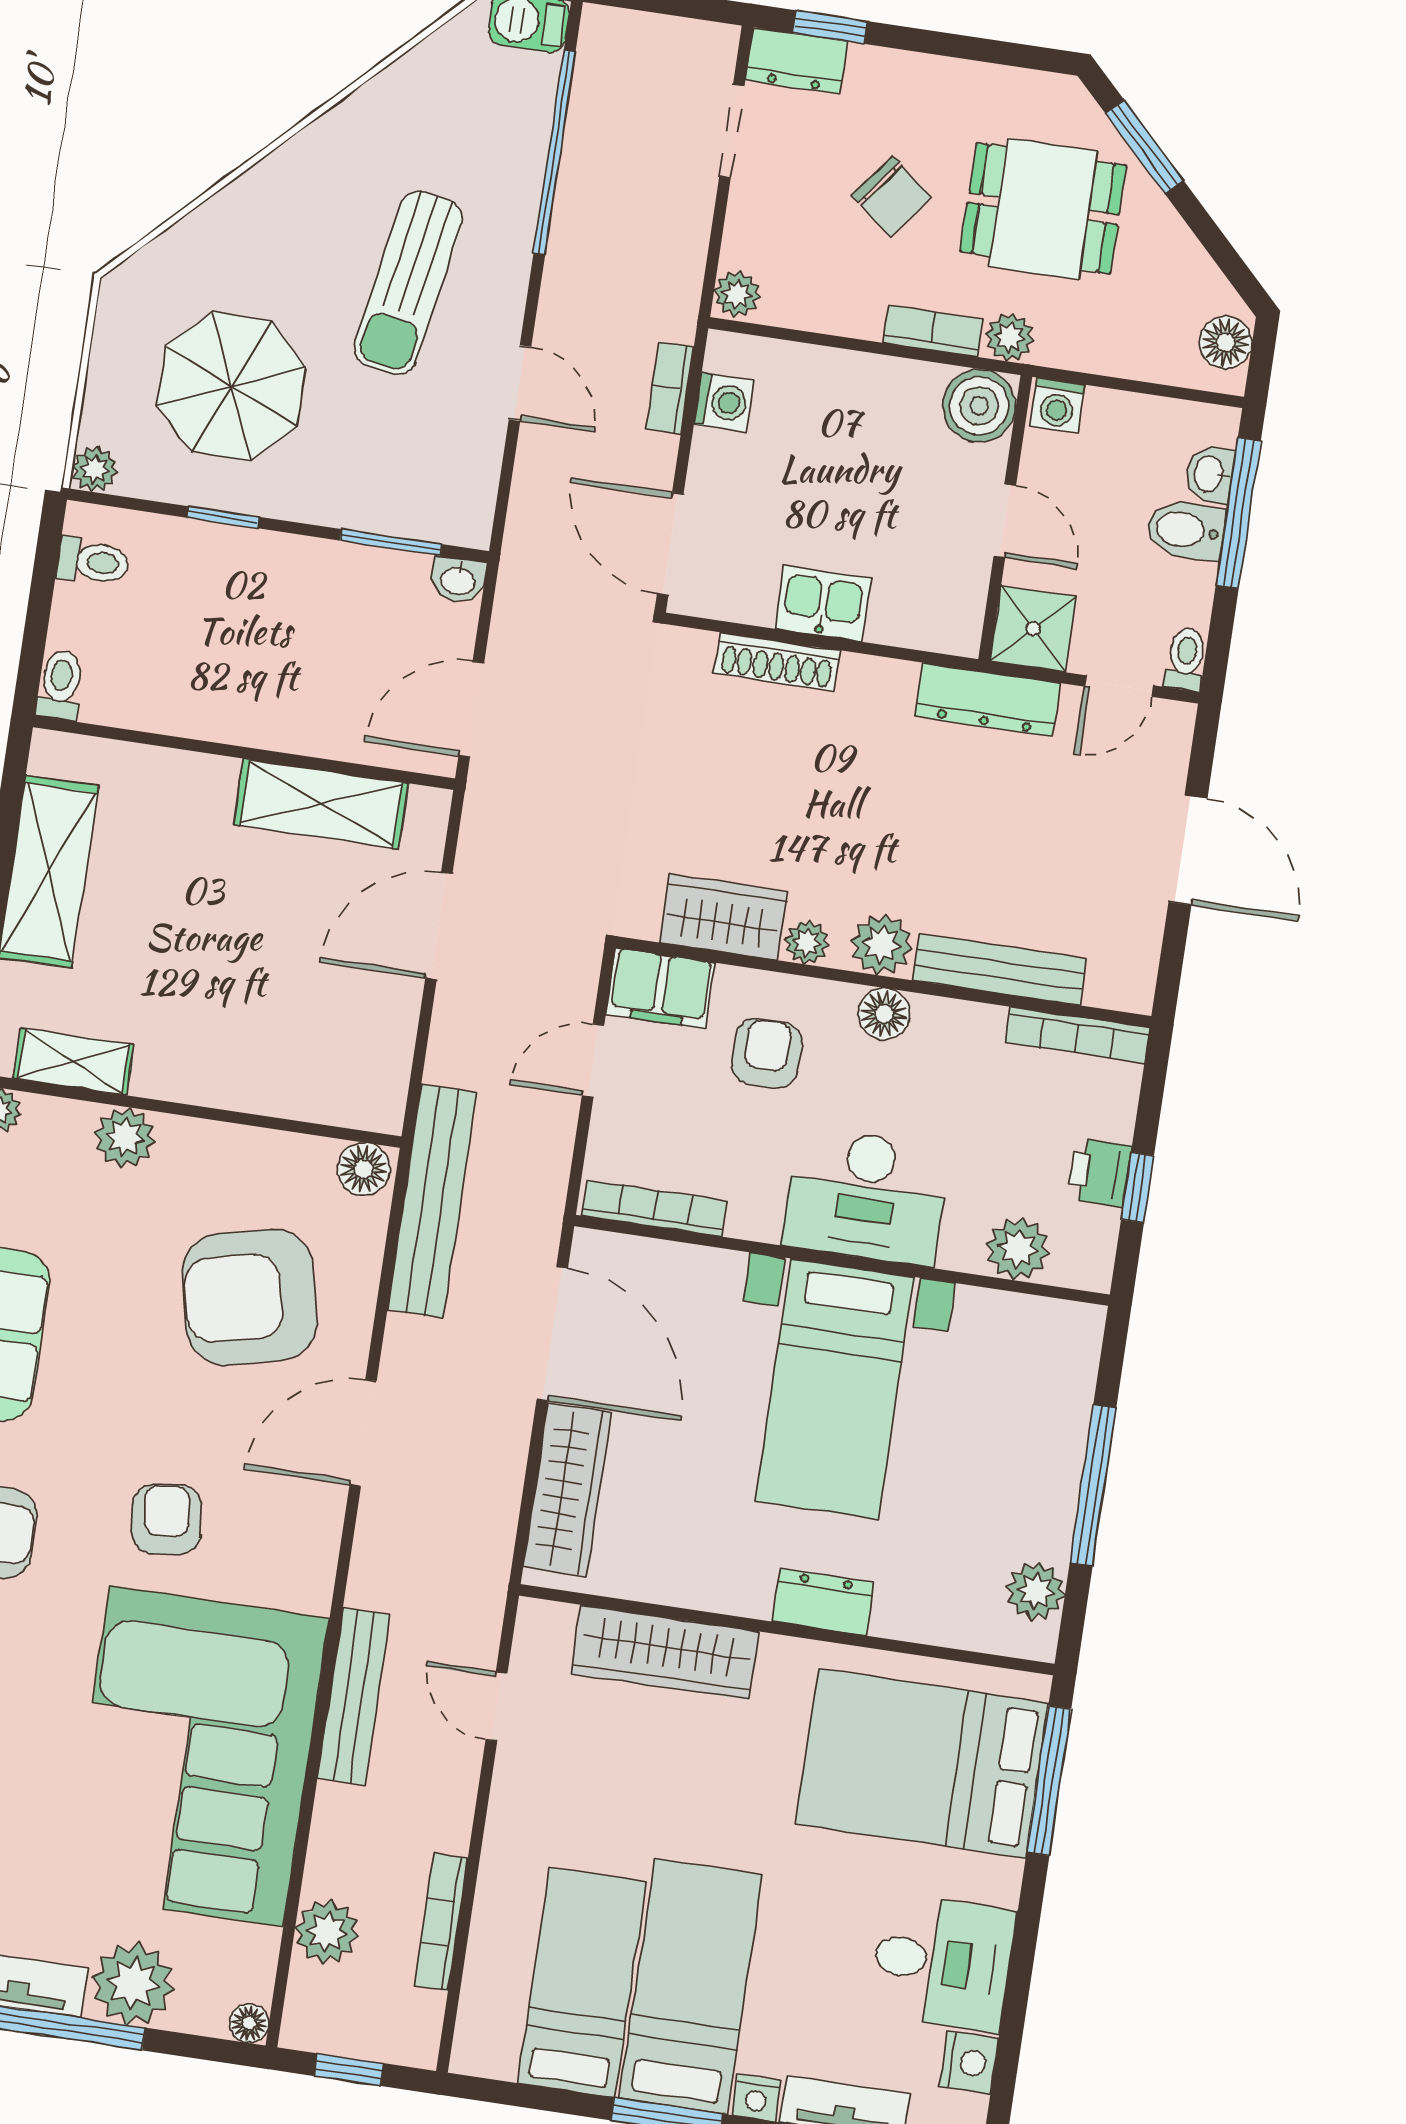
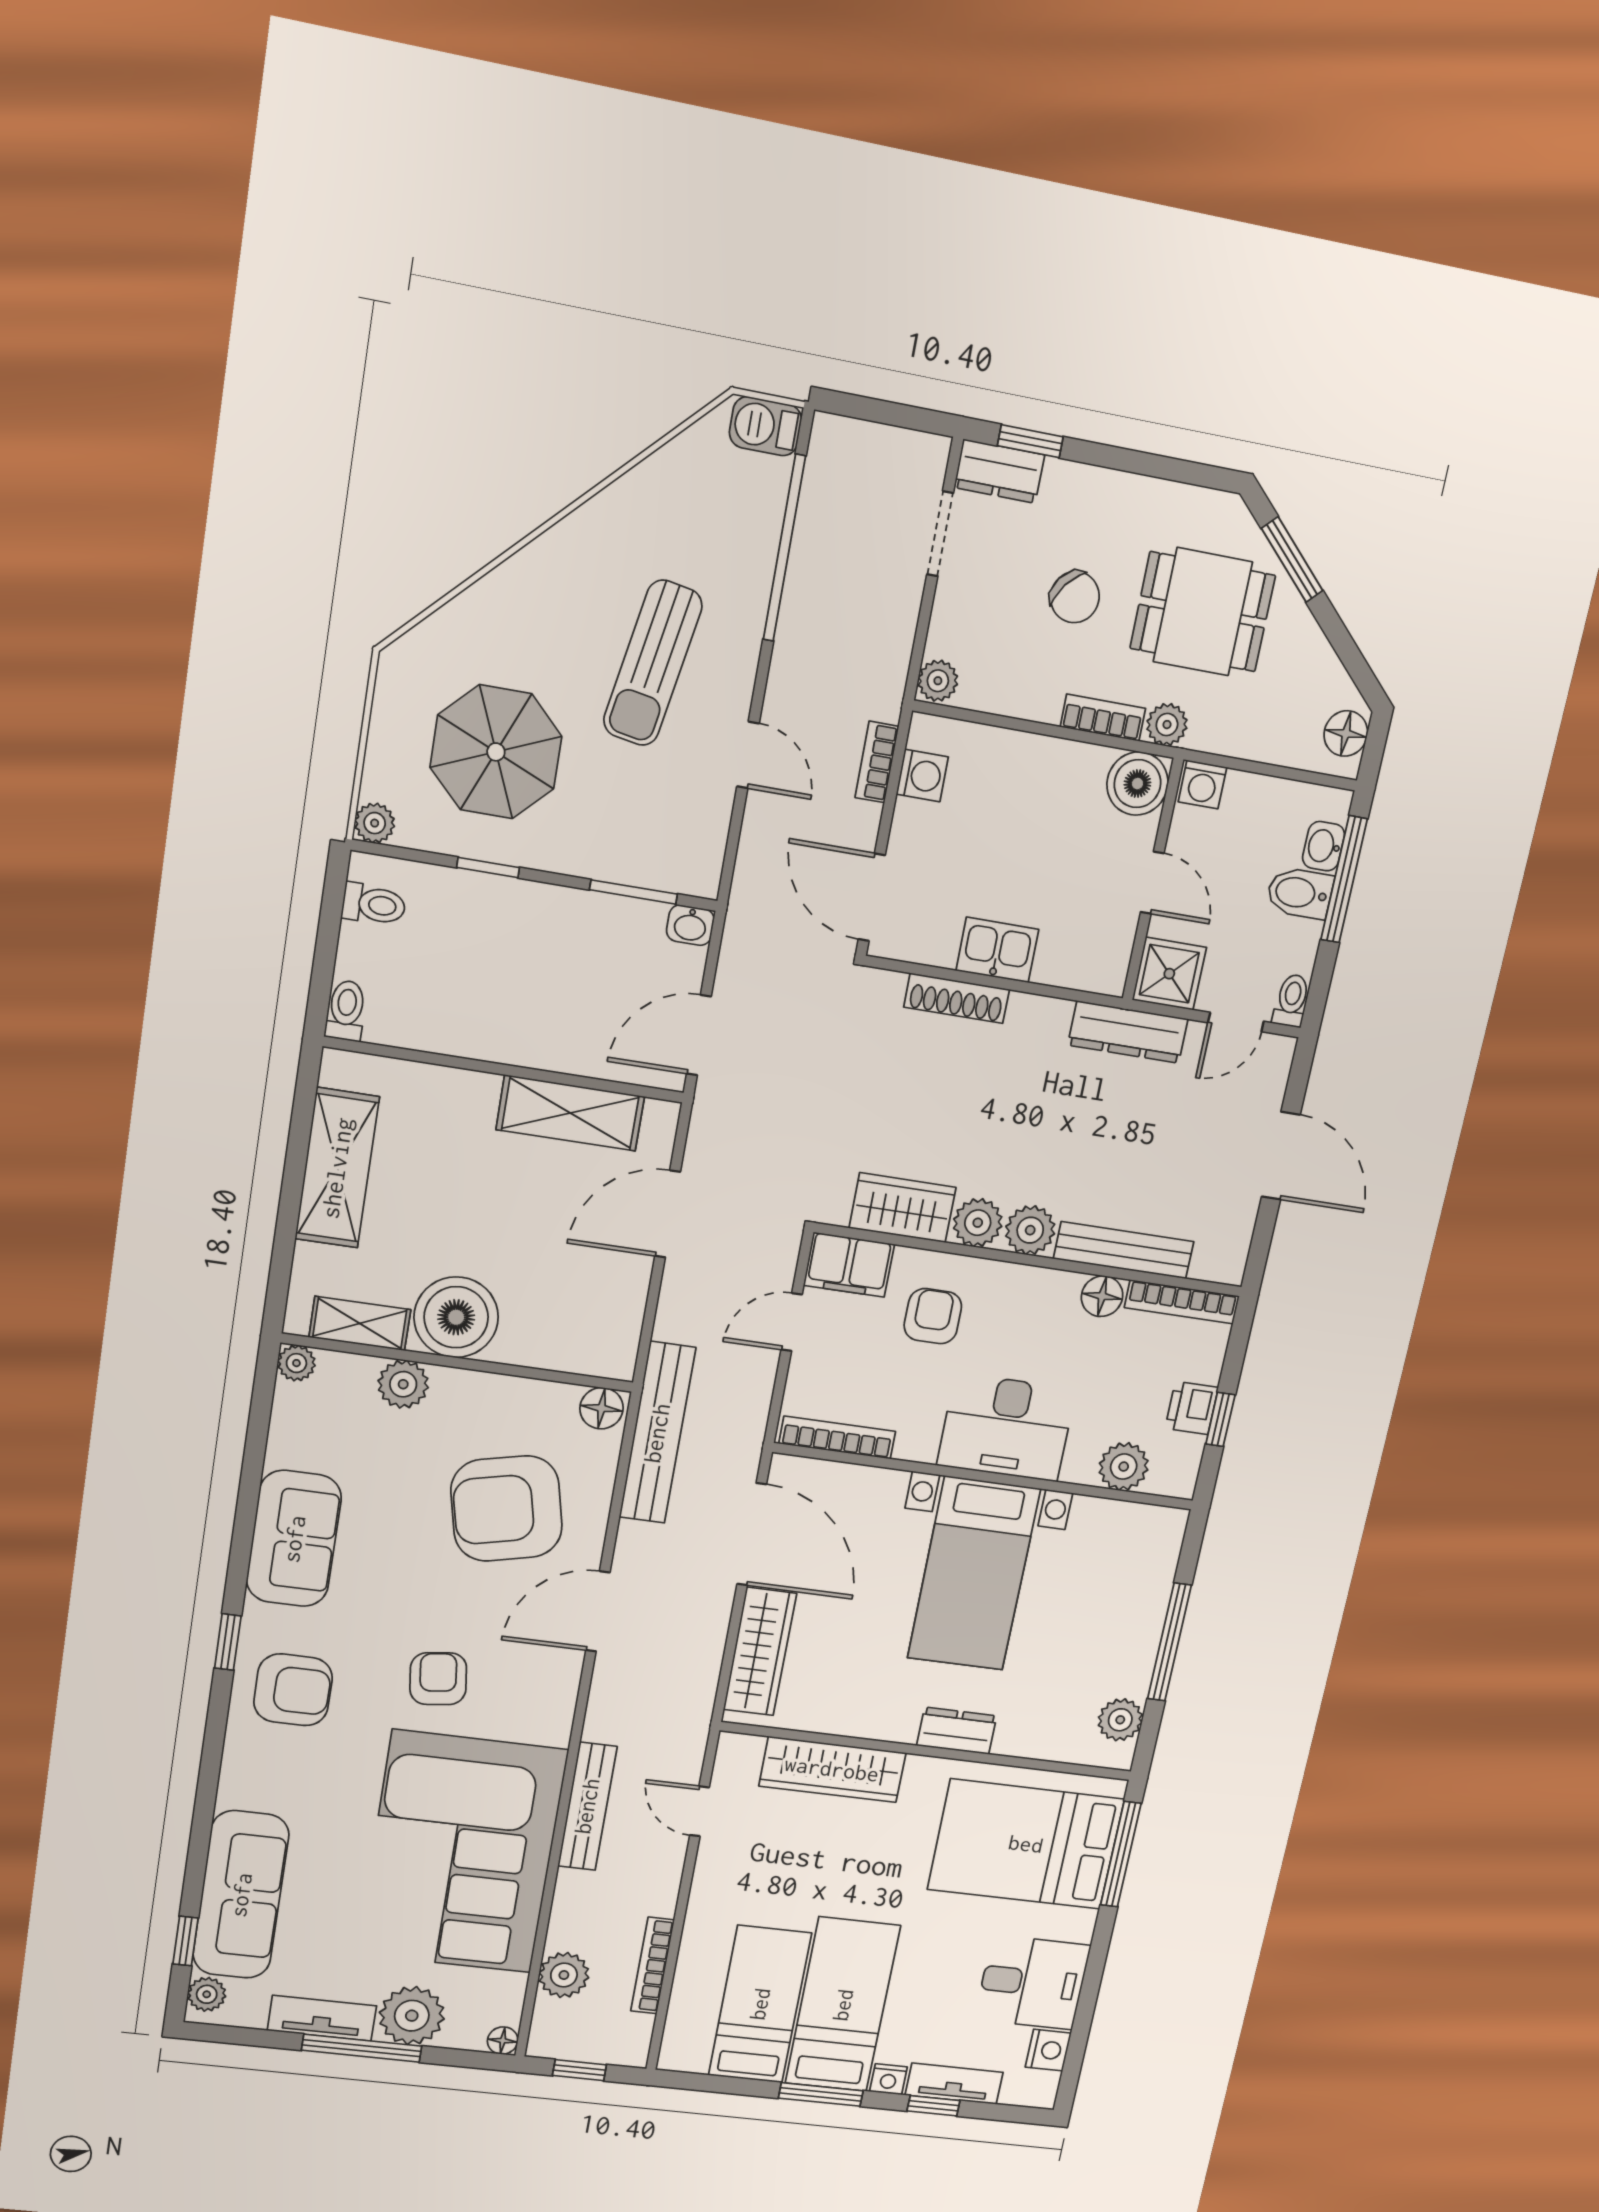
plant: (807, 942) -> (978, 1223), width x1.38, depth x1.38
floor lamp: (884, 1014) -> (1102, 1296), moved
boiler: (188, 1054) -> (456, 1317), added

